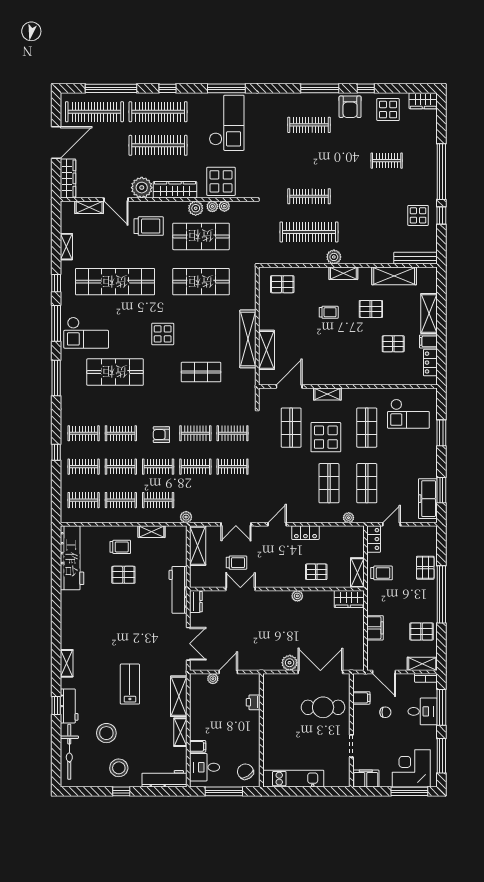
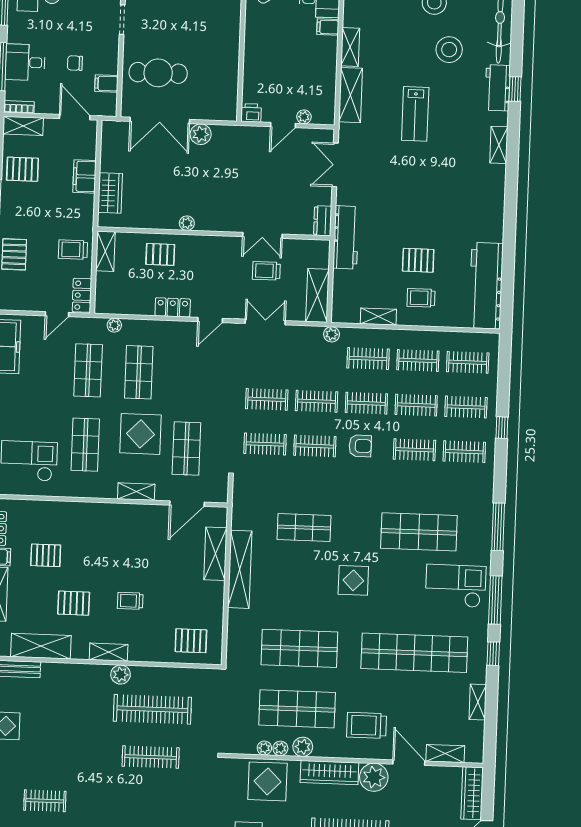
wardrobe: (349, 599) -> (110, 193), moved, turned 90
printer: (253, 702) -> (251, 113), moved, turned -90

